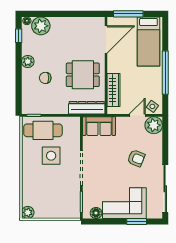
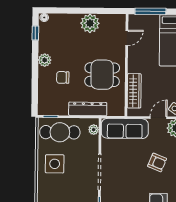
plant: (41, 26) -> (90, 23), moved
door: (106, 39) -> (127, 38), width x0.53
dresser: (87, 108) -> (88, 109), moved
sofa: (99, 126) -> (125, 129), width x1.36
plant: (75, 127) -> (94, 130), added
side table: (51, 156) -> (55, 164), moved

